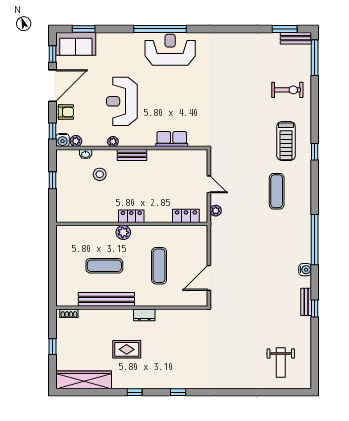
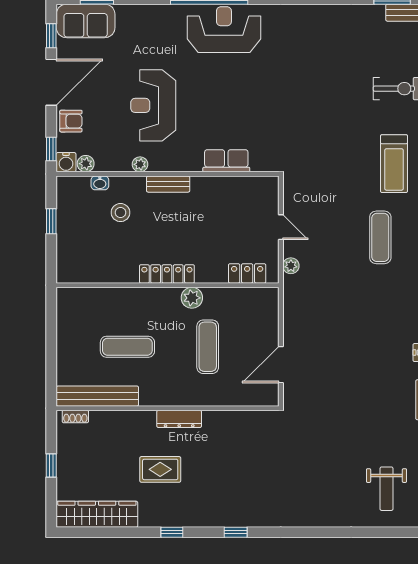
locker: (131, 216) -> (167, 274), width x1.53
plant: (123, 232) -> (192, 298), moved
bench: (106, 299) -> (97, 396), moved
dresser: (144, 315) -> (179, 419), width x1.44

